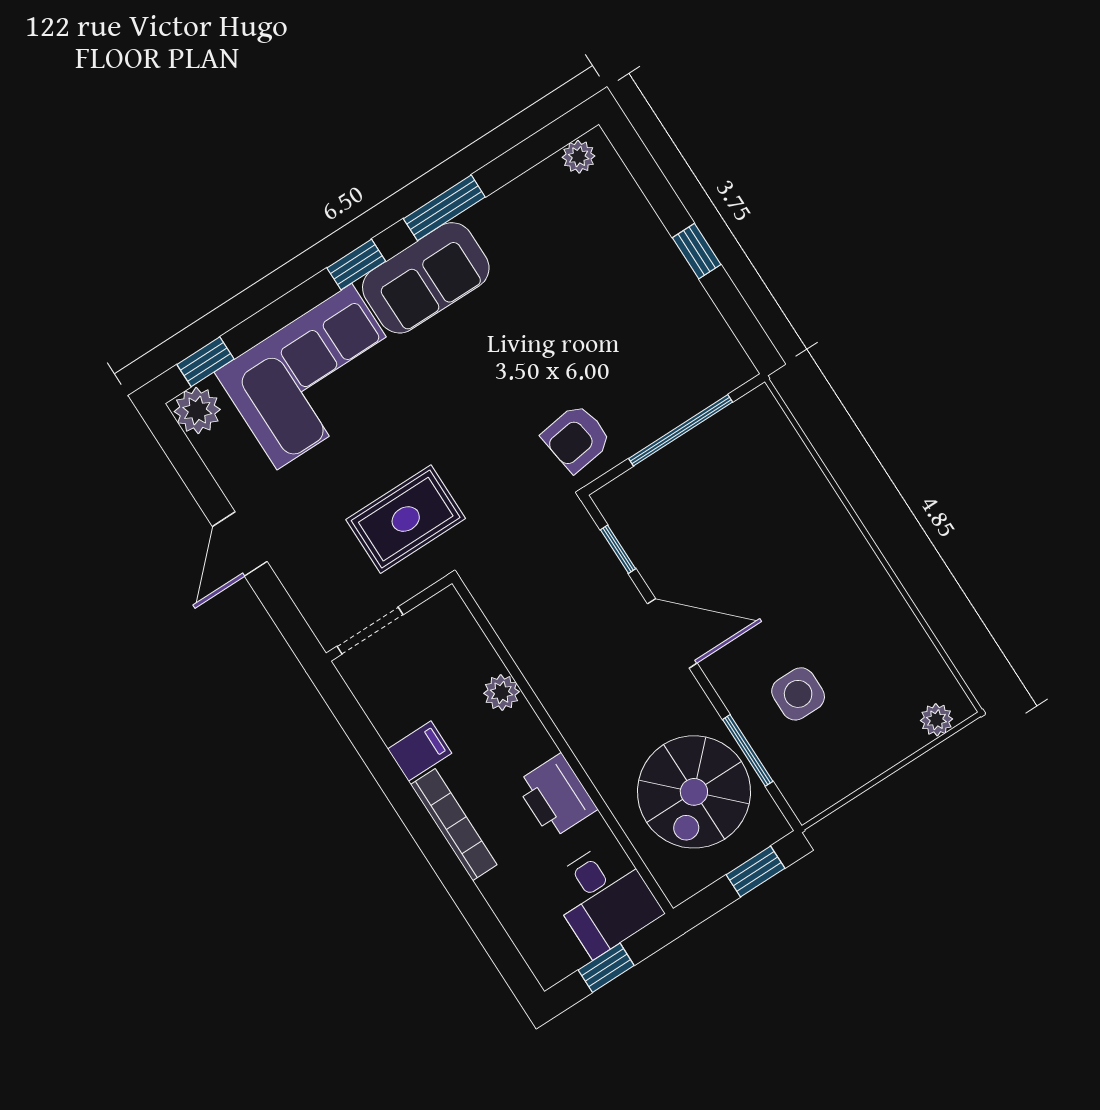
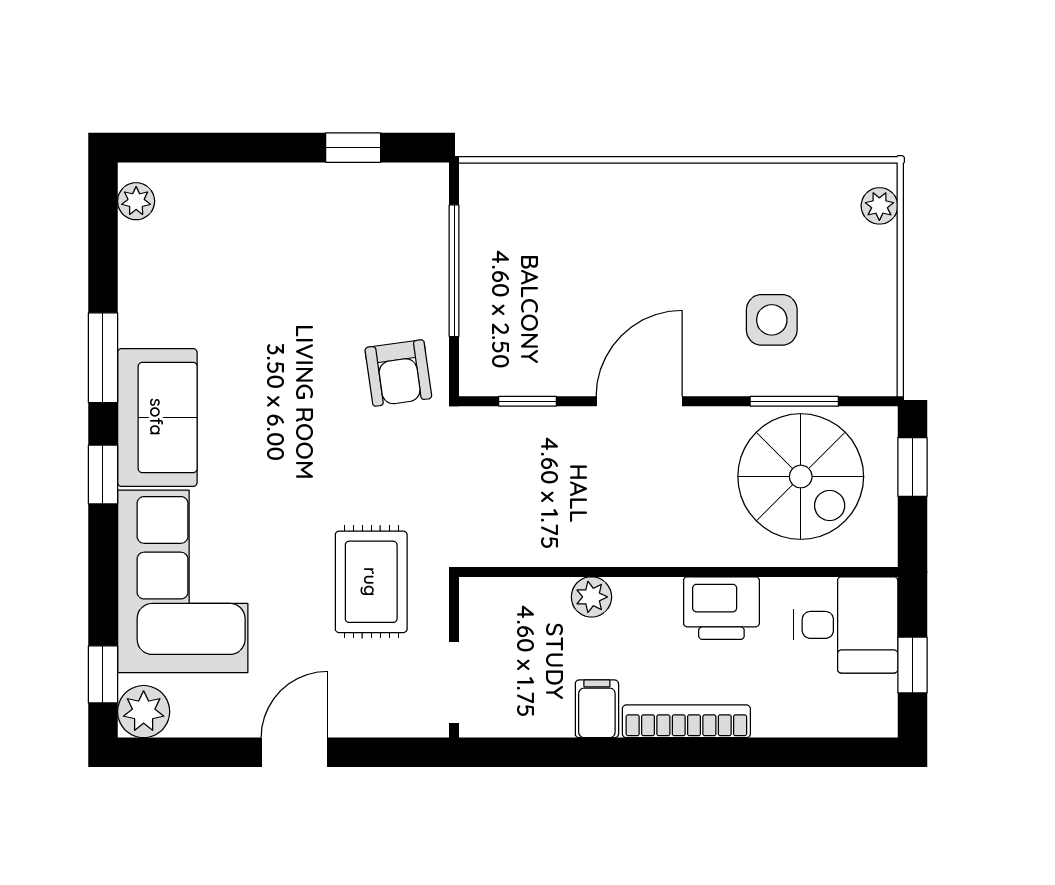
window: (697, 251) -> (353, 148), moved
door: (240, 544) -> (294, 752), swing flipped

